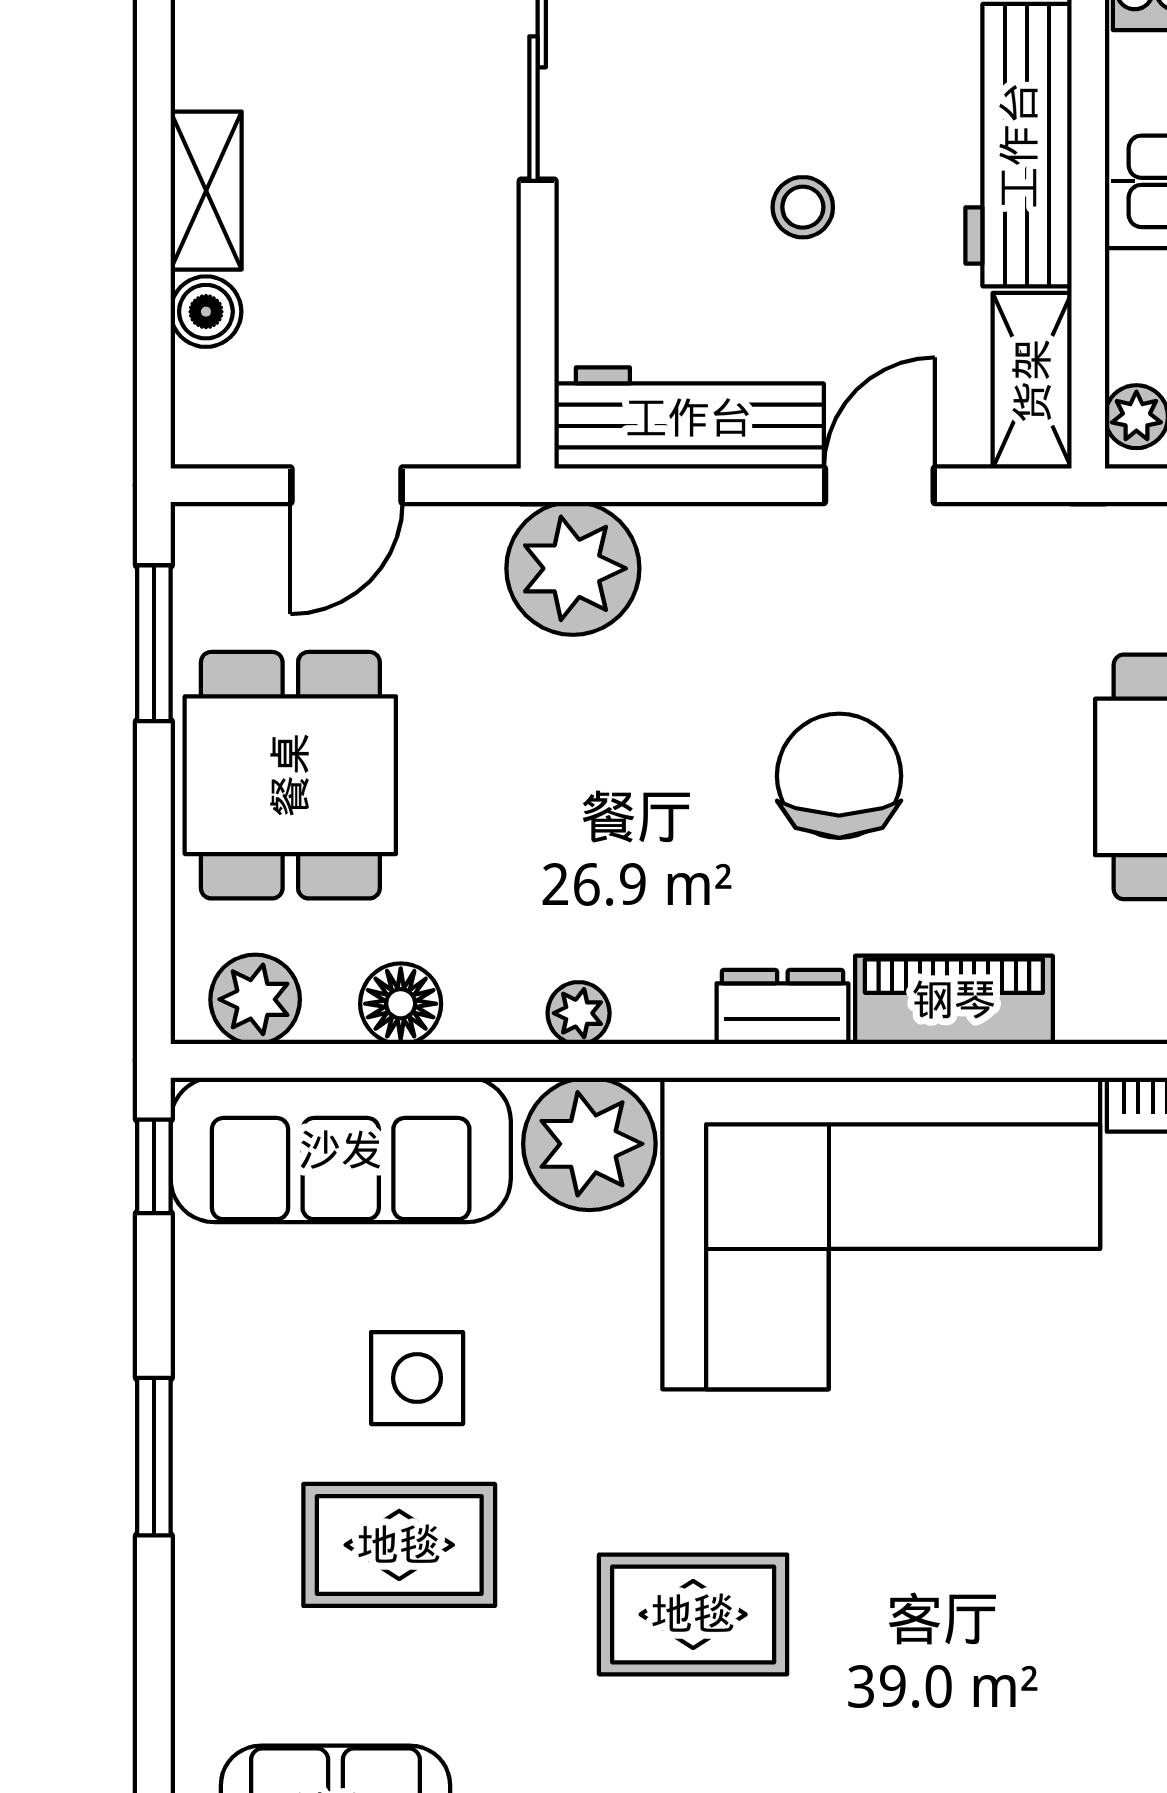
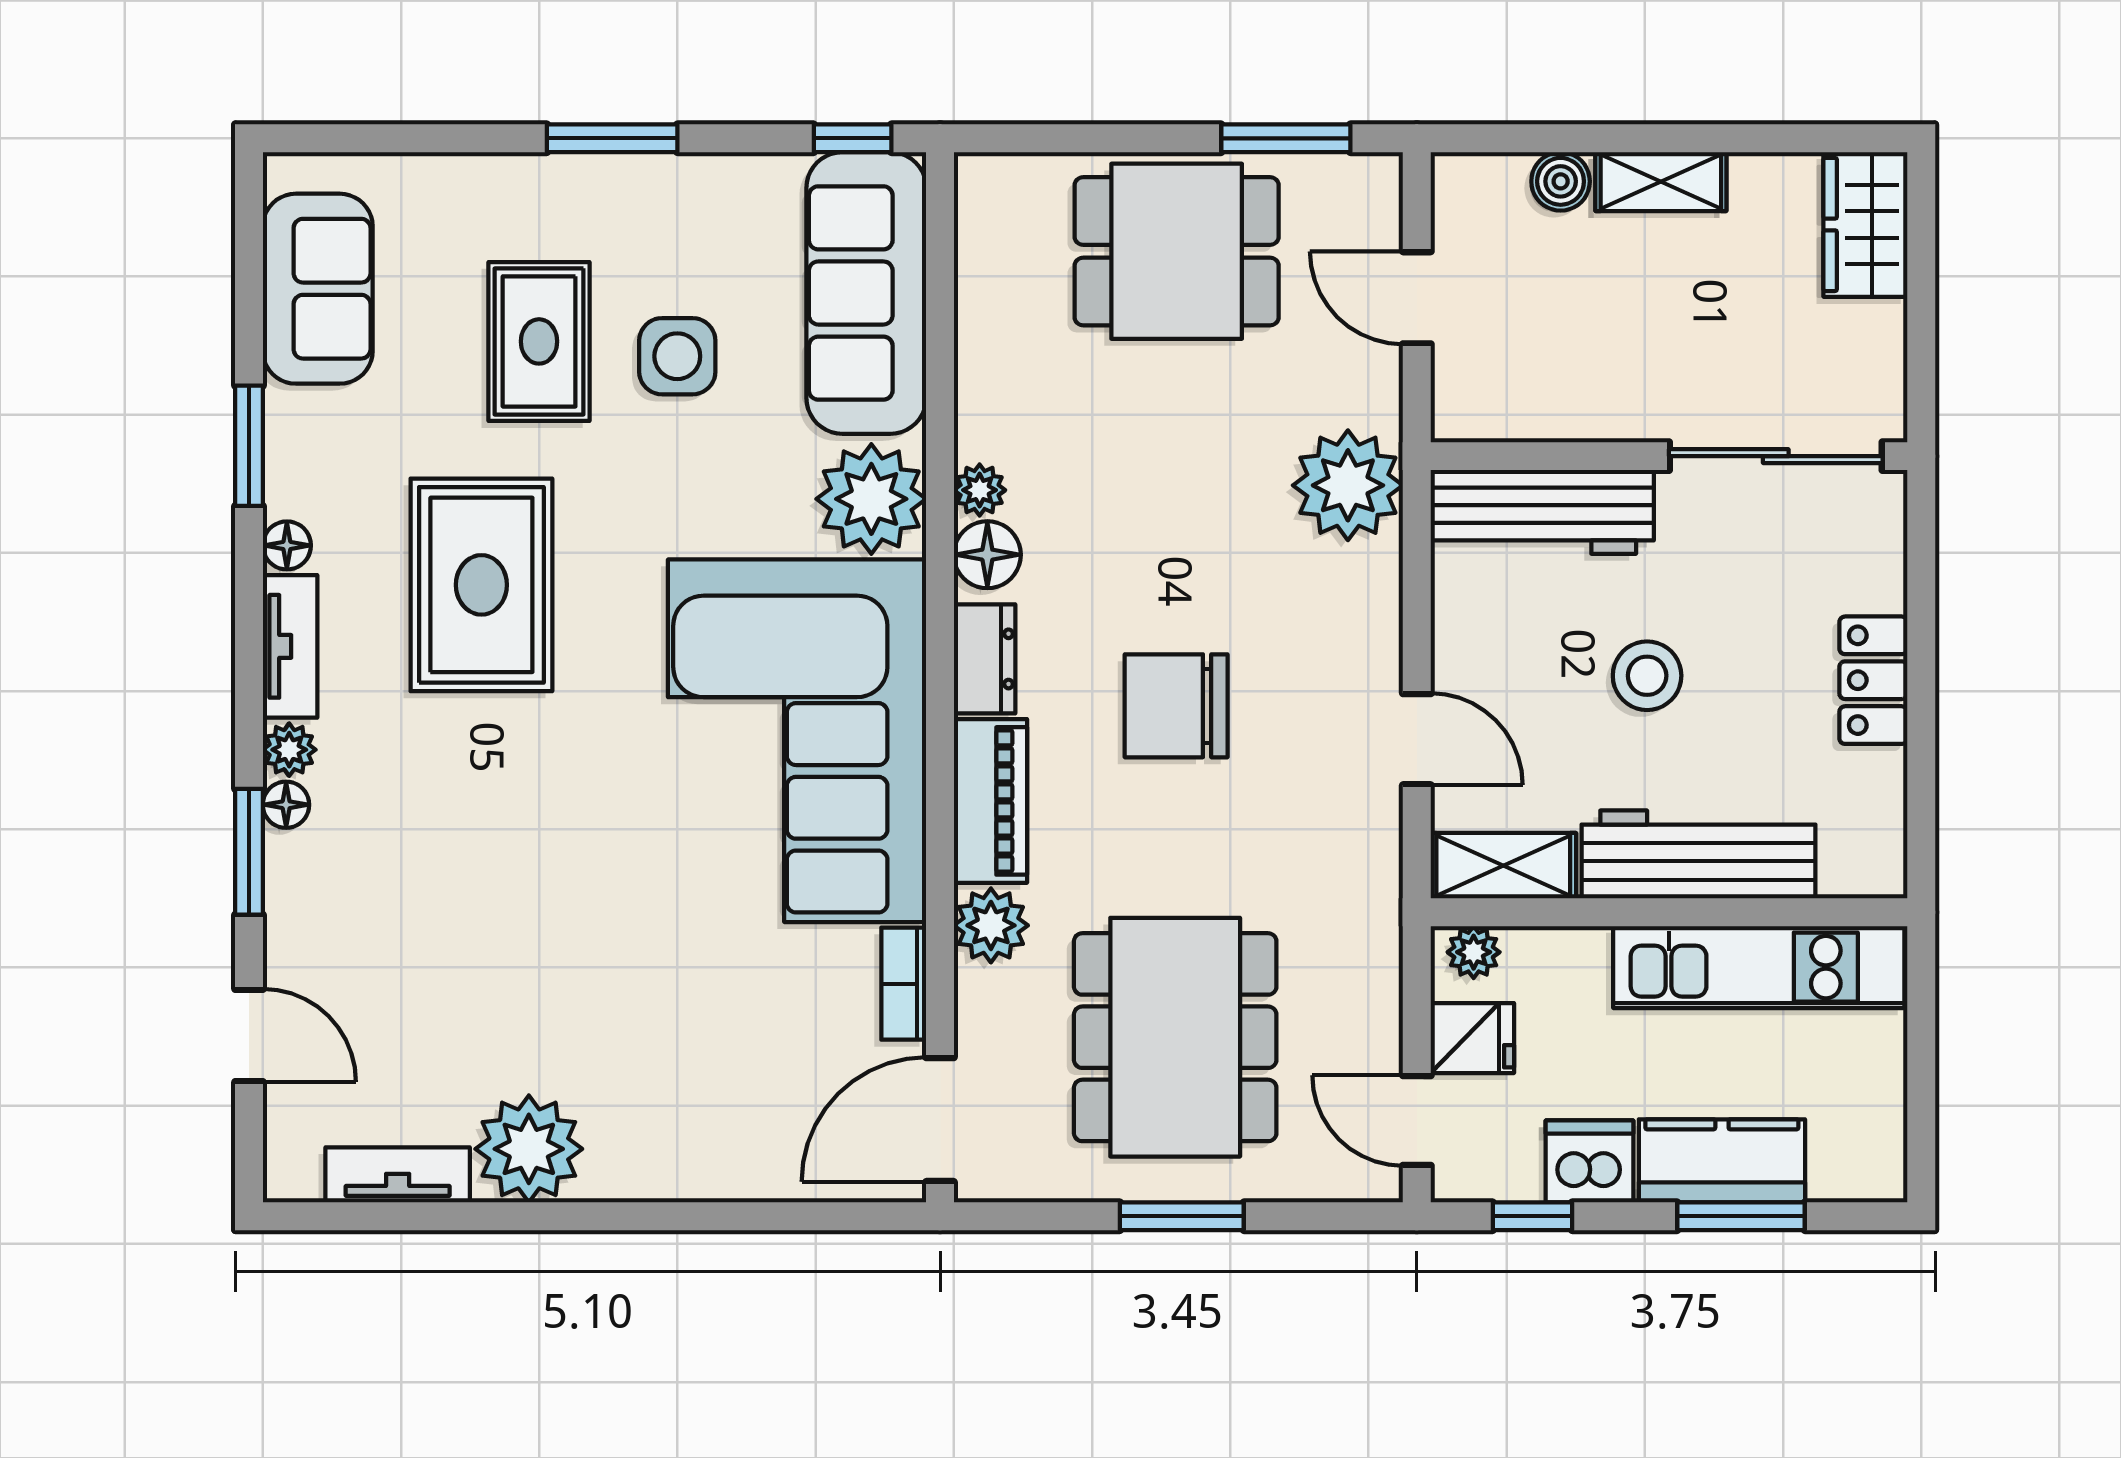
stool: (803, 207) -> (1647, 676), width x1.37, depth x1.37
workbench: (689, 418) -> (1542, 512), moved, turned 90
chair: (839, 776) -> (1176, 706), turned 180
plant: (255, 999) -> (991, 925), moved
floor lamp: (401, 1004) -> (987, 555), moved
rug: (693, 1614) -> (481, 585), width x1.36, depth x1.43

